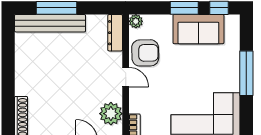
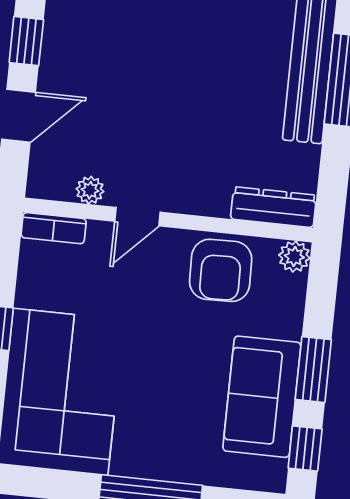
door: (126, 77) -> (137, 217), moved
plant: (111, 114) -> (90, 190), width x0.53, depth x0.53

